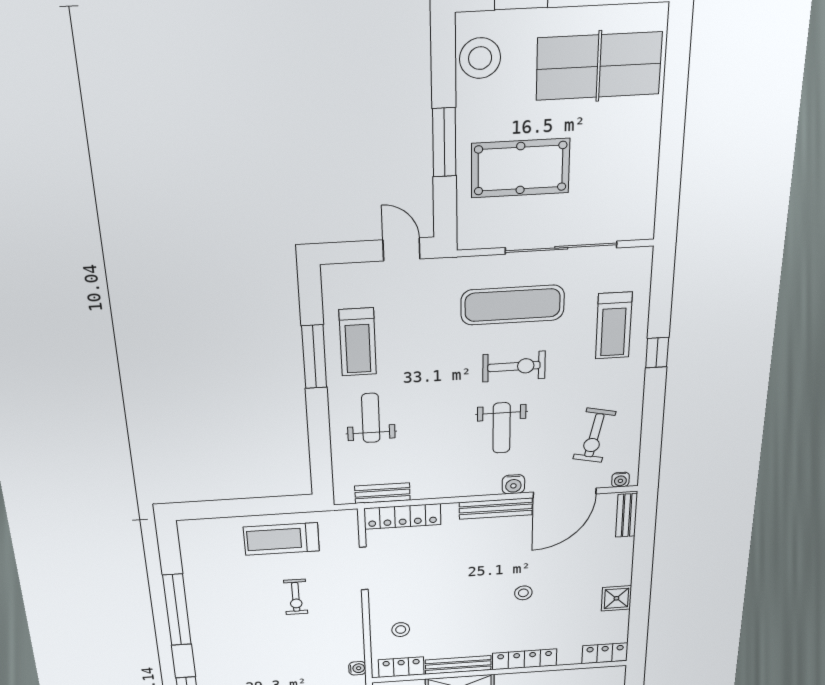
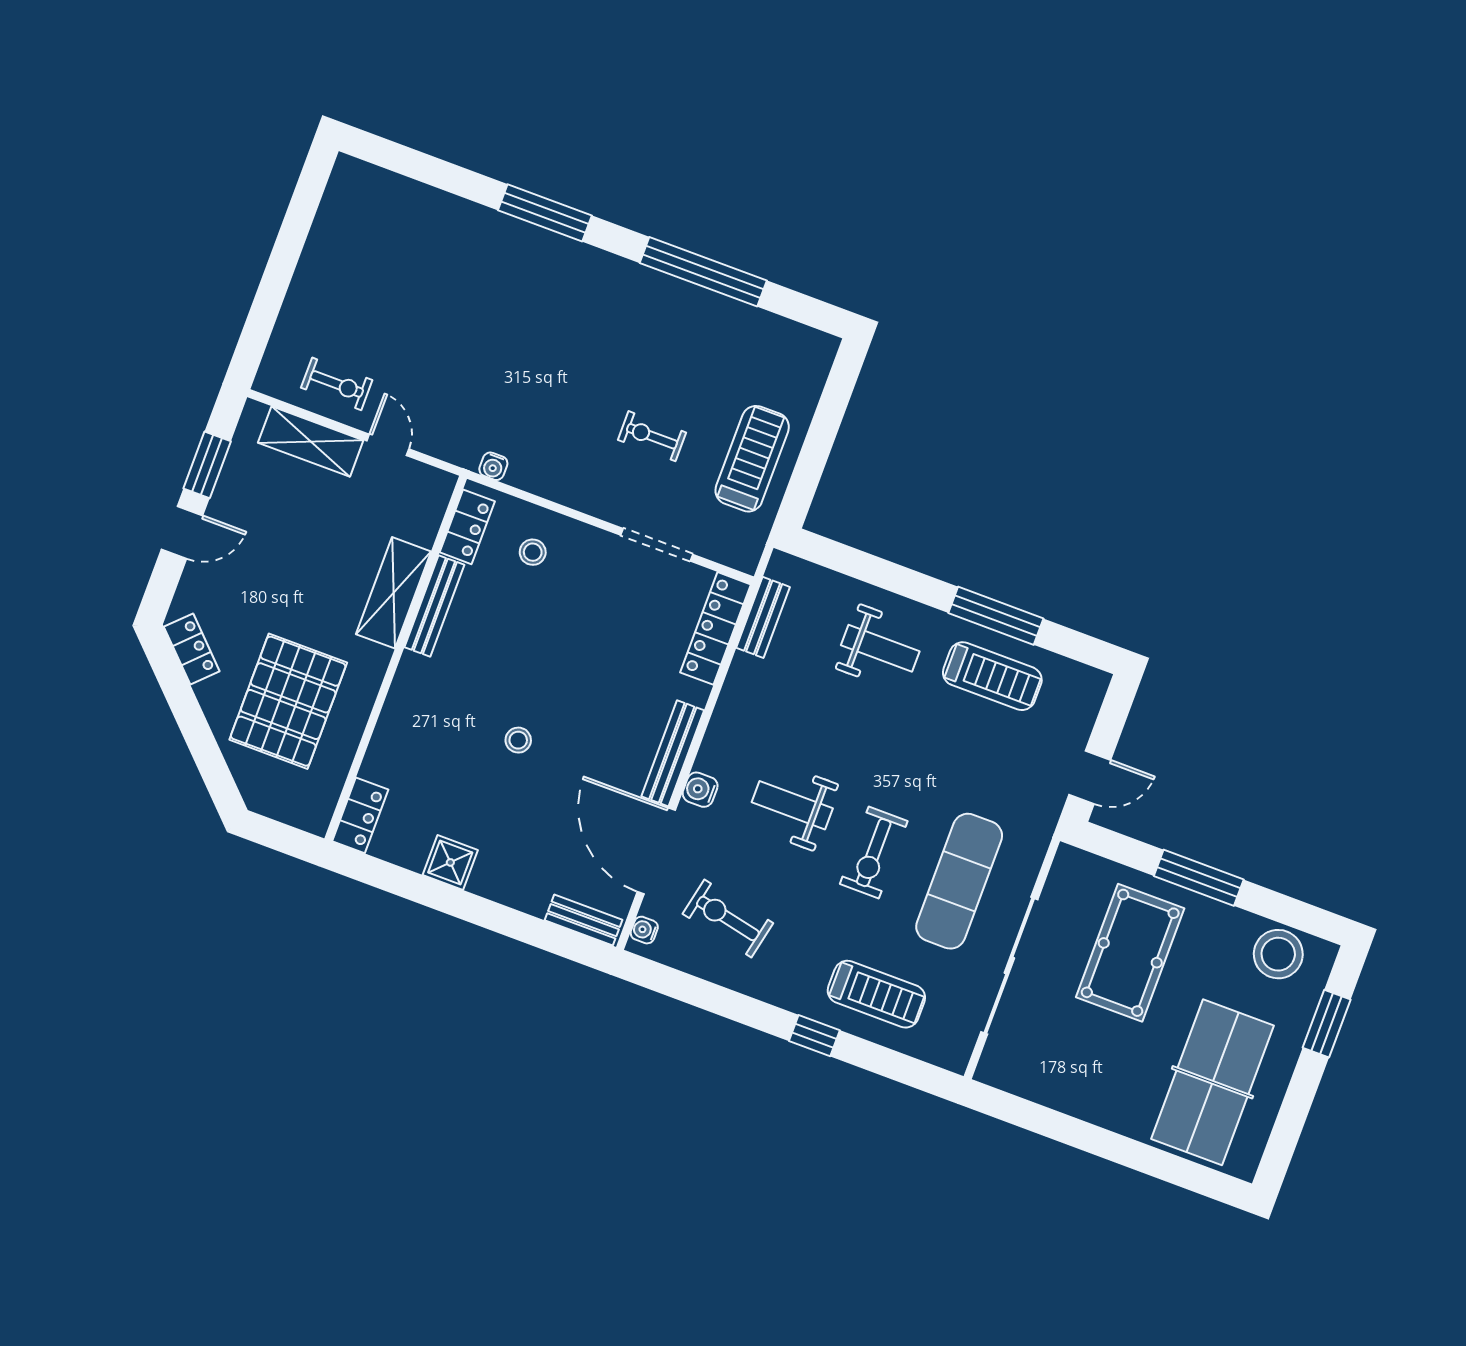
treadmill: (614, 326) -> (876, 994), turned 180
treadmill: (358, 342) -> (992, 676), turned 180
locker: (525, 659) -> (401, 701), removed

